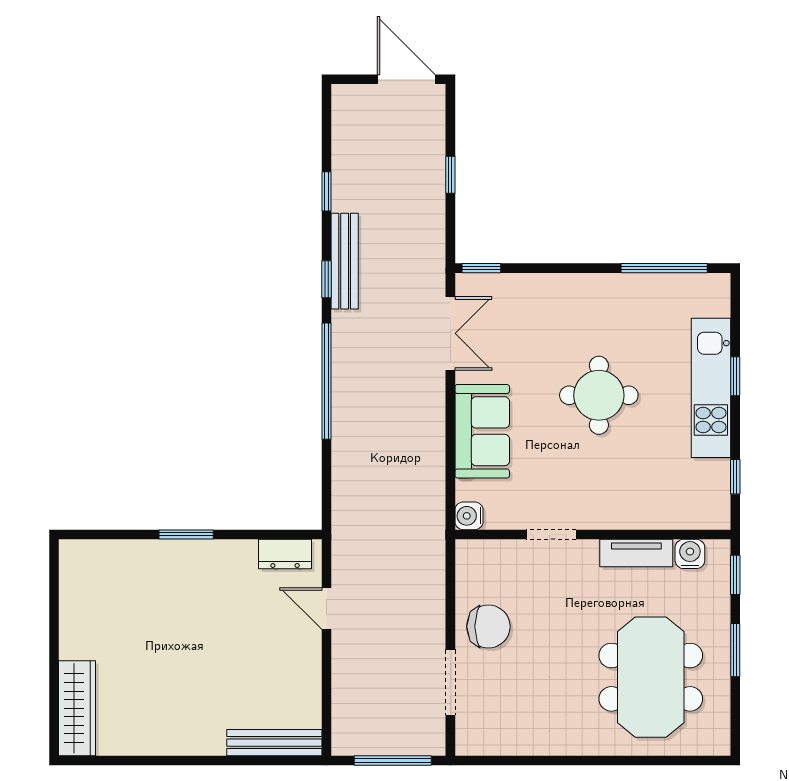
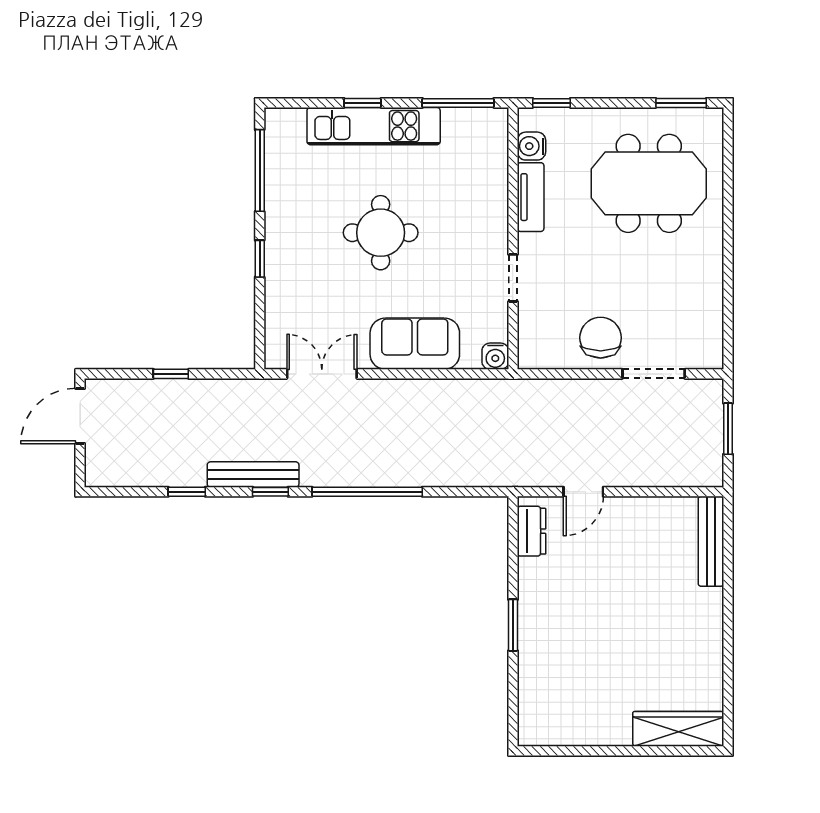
window: (481, 268) -> (260, 259), moved
window: (735, 477) -> (458, 103), width x2.17
window: (735, 650) -> (681, 103), moved
window: (393, 761) -> (728, 429), width x0.69

